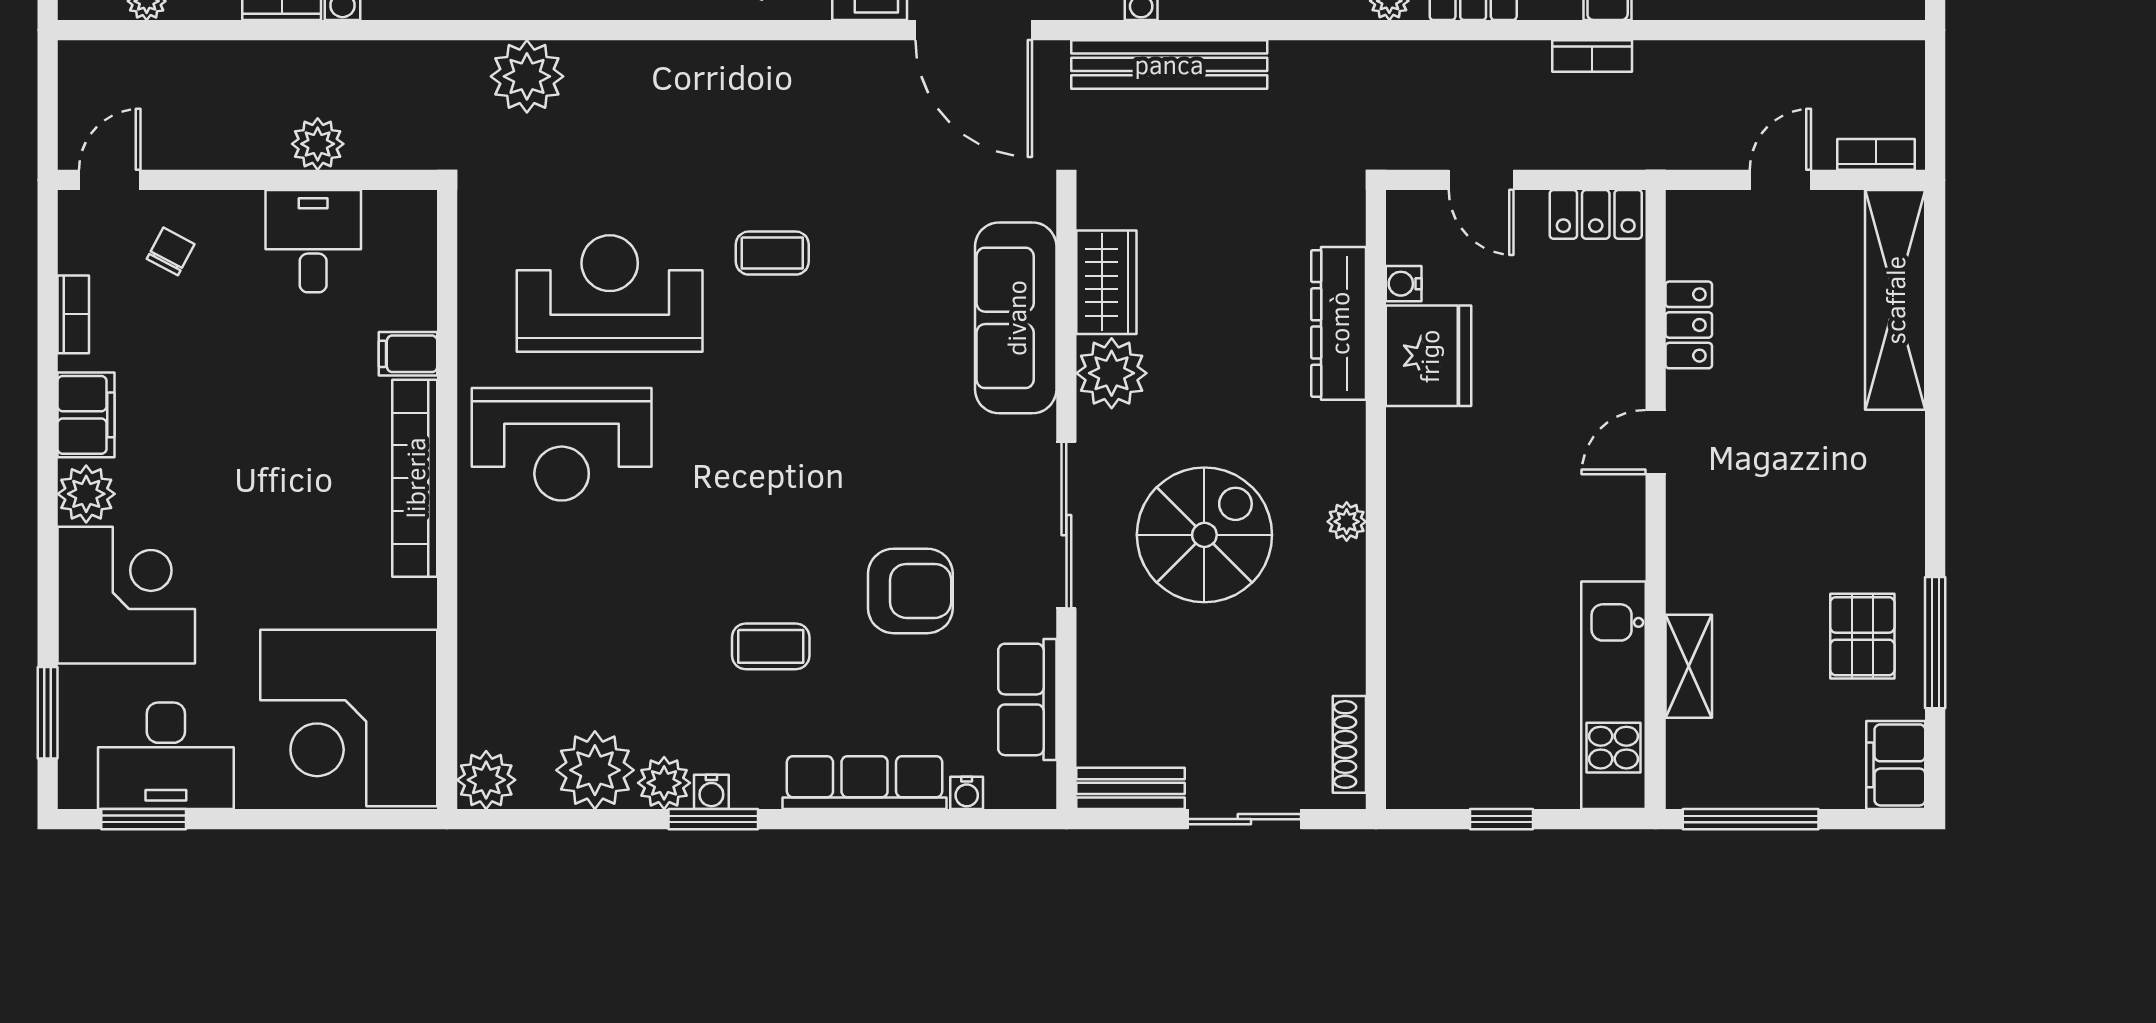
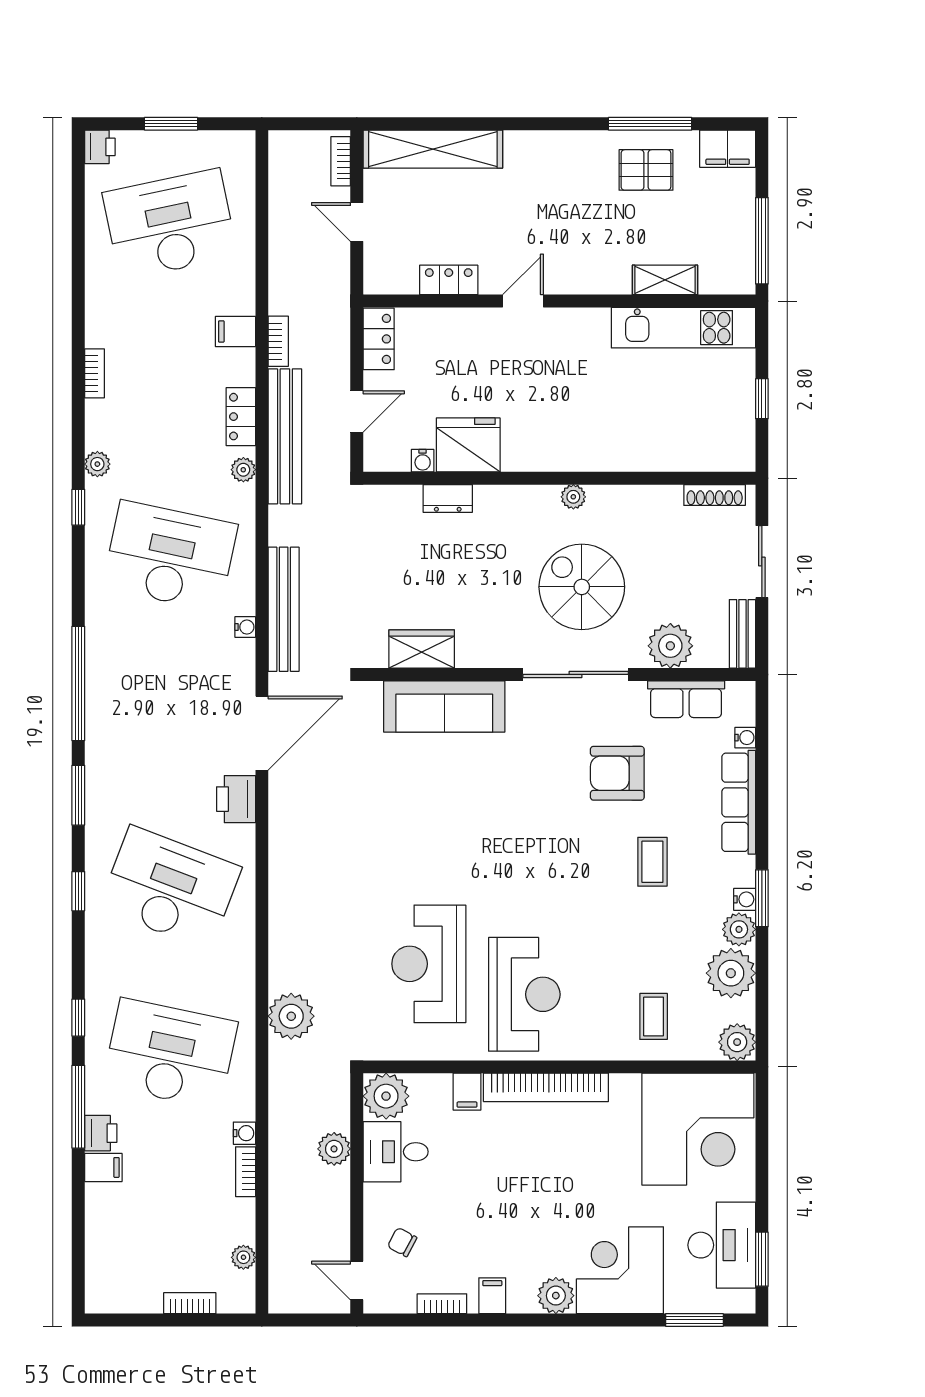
bench: (1442, 67) -> (285, 436), added
plant: (401, 226) -> (386, 1096), added
coffee table: (772, 253) -> (654, 1016), moved
dresser: (1339, 323) -> (448, 498), width x0.51, depth x0.80
plant: (1112, 373) -> (670, 646), moved
filing cabinet: (86, 415) -> (492, 1296), width x0.50
door: (1656, 442) -> (523, 301), swing flipped
armchair: (910, 591) -> (617, 773), turned -90

